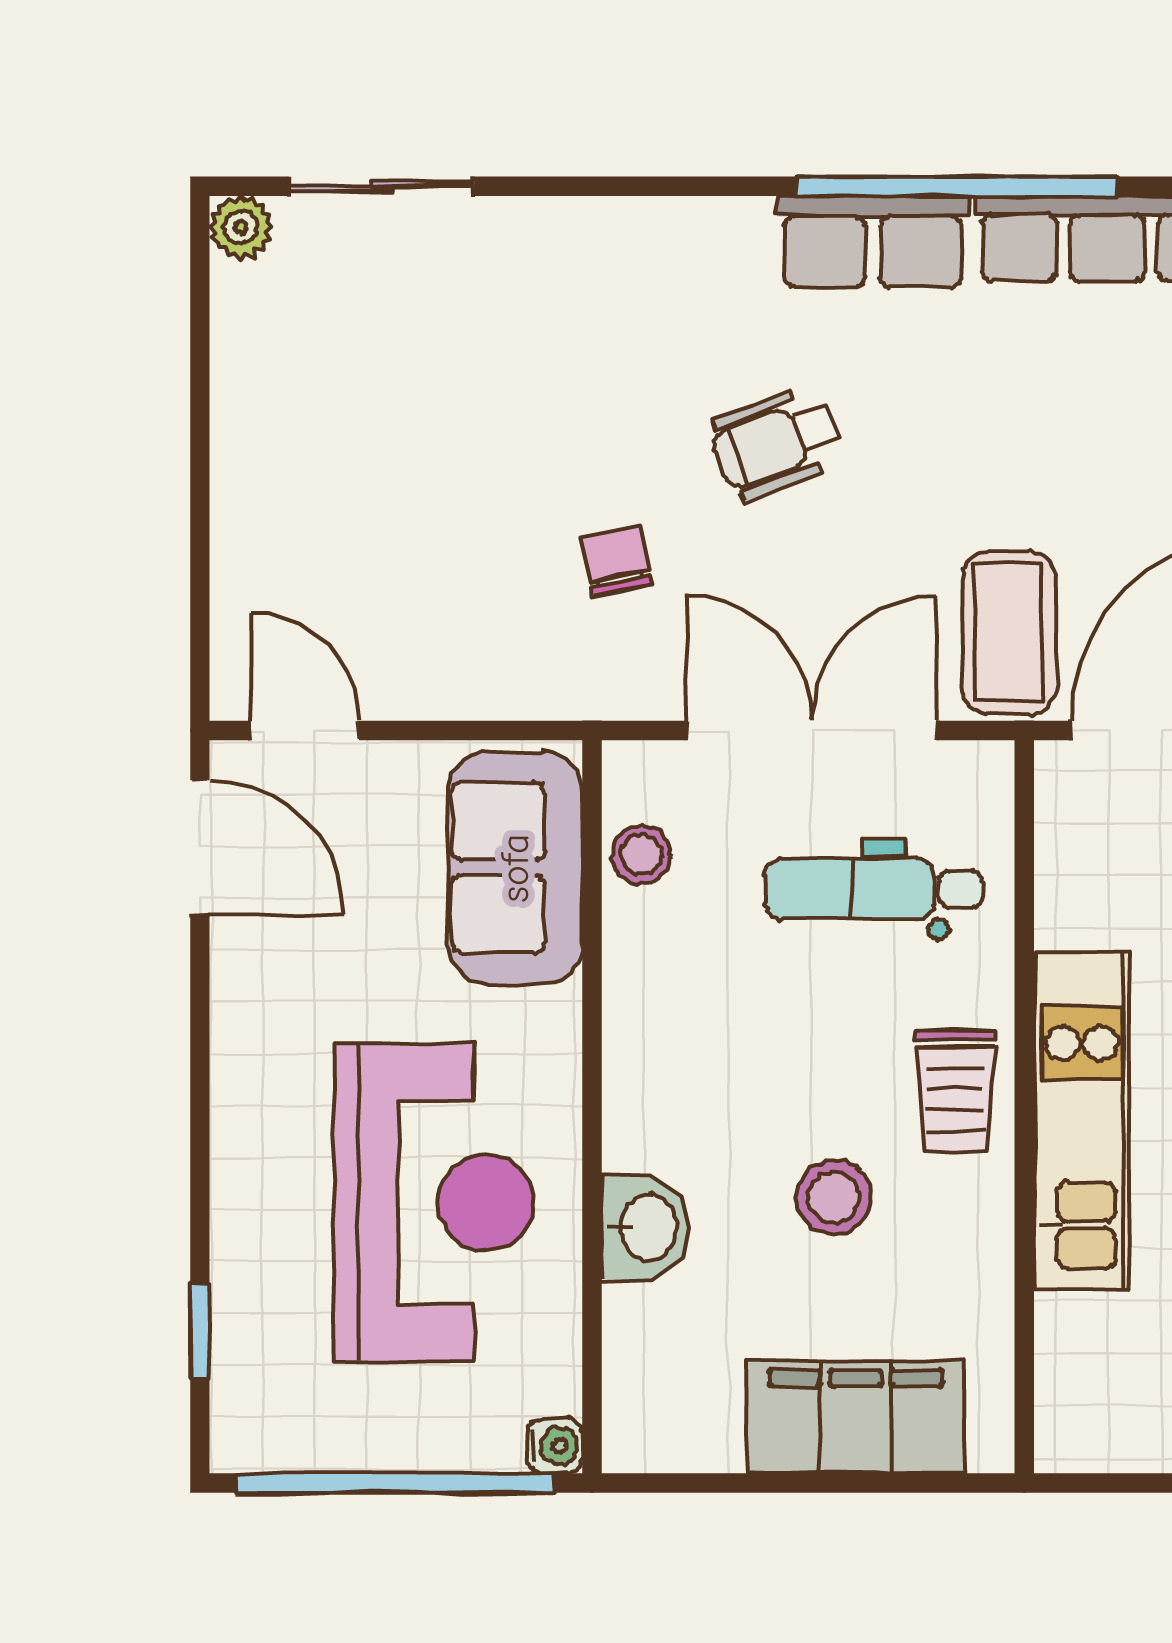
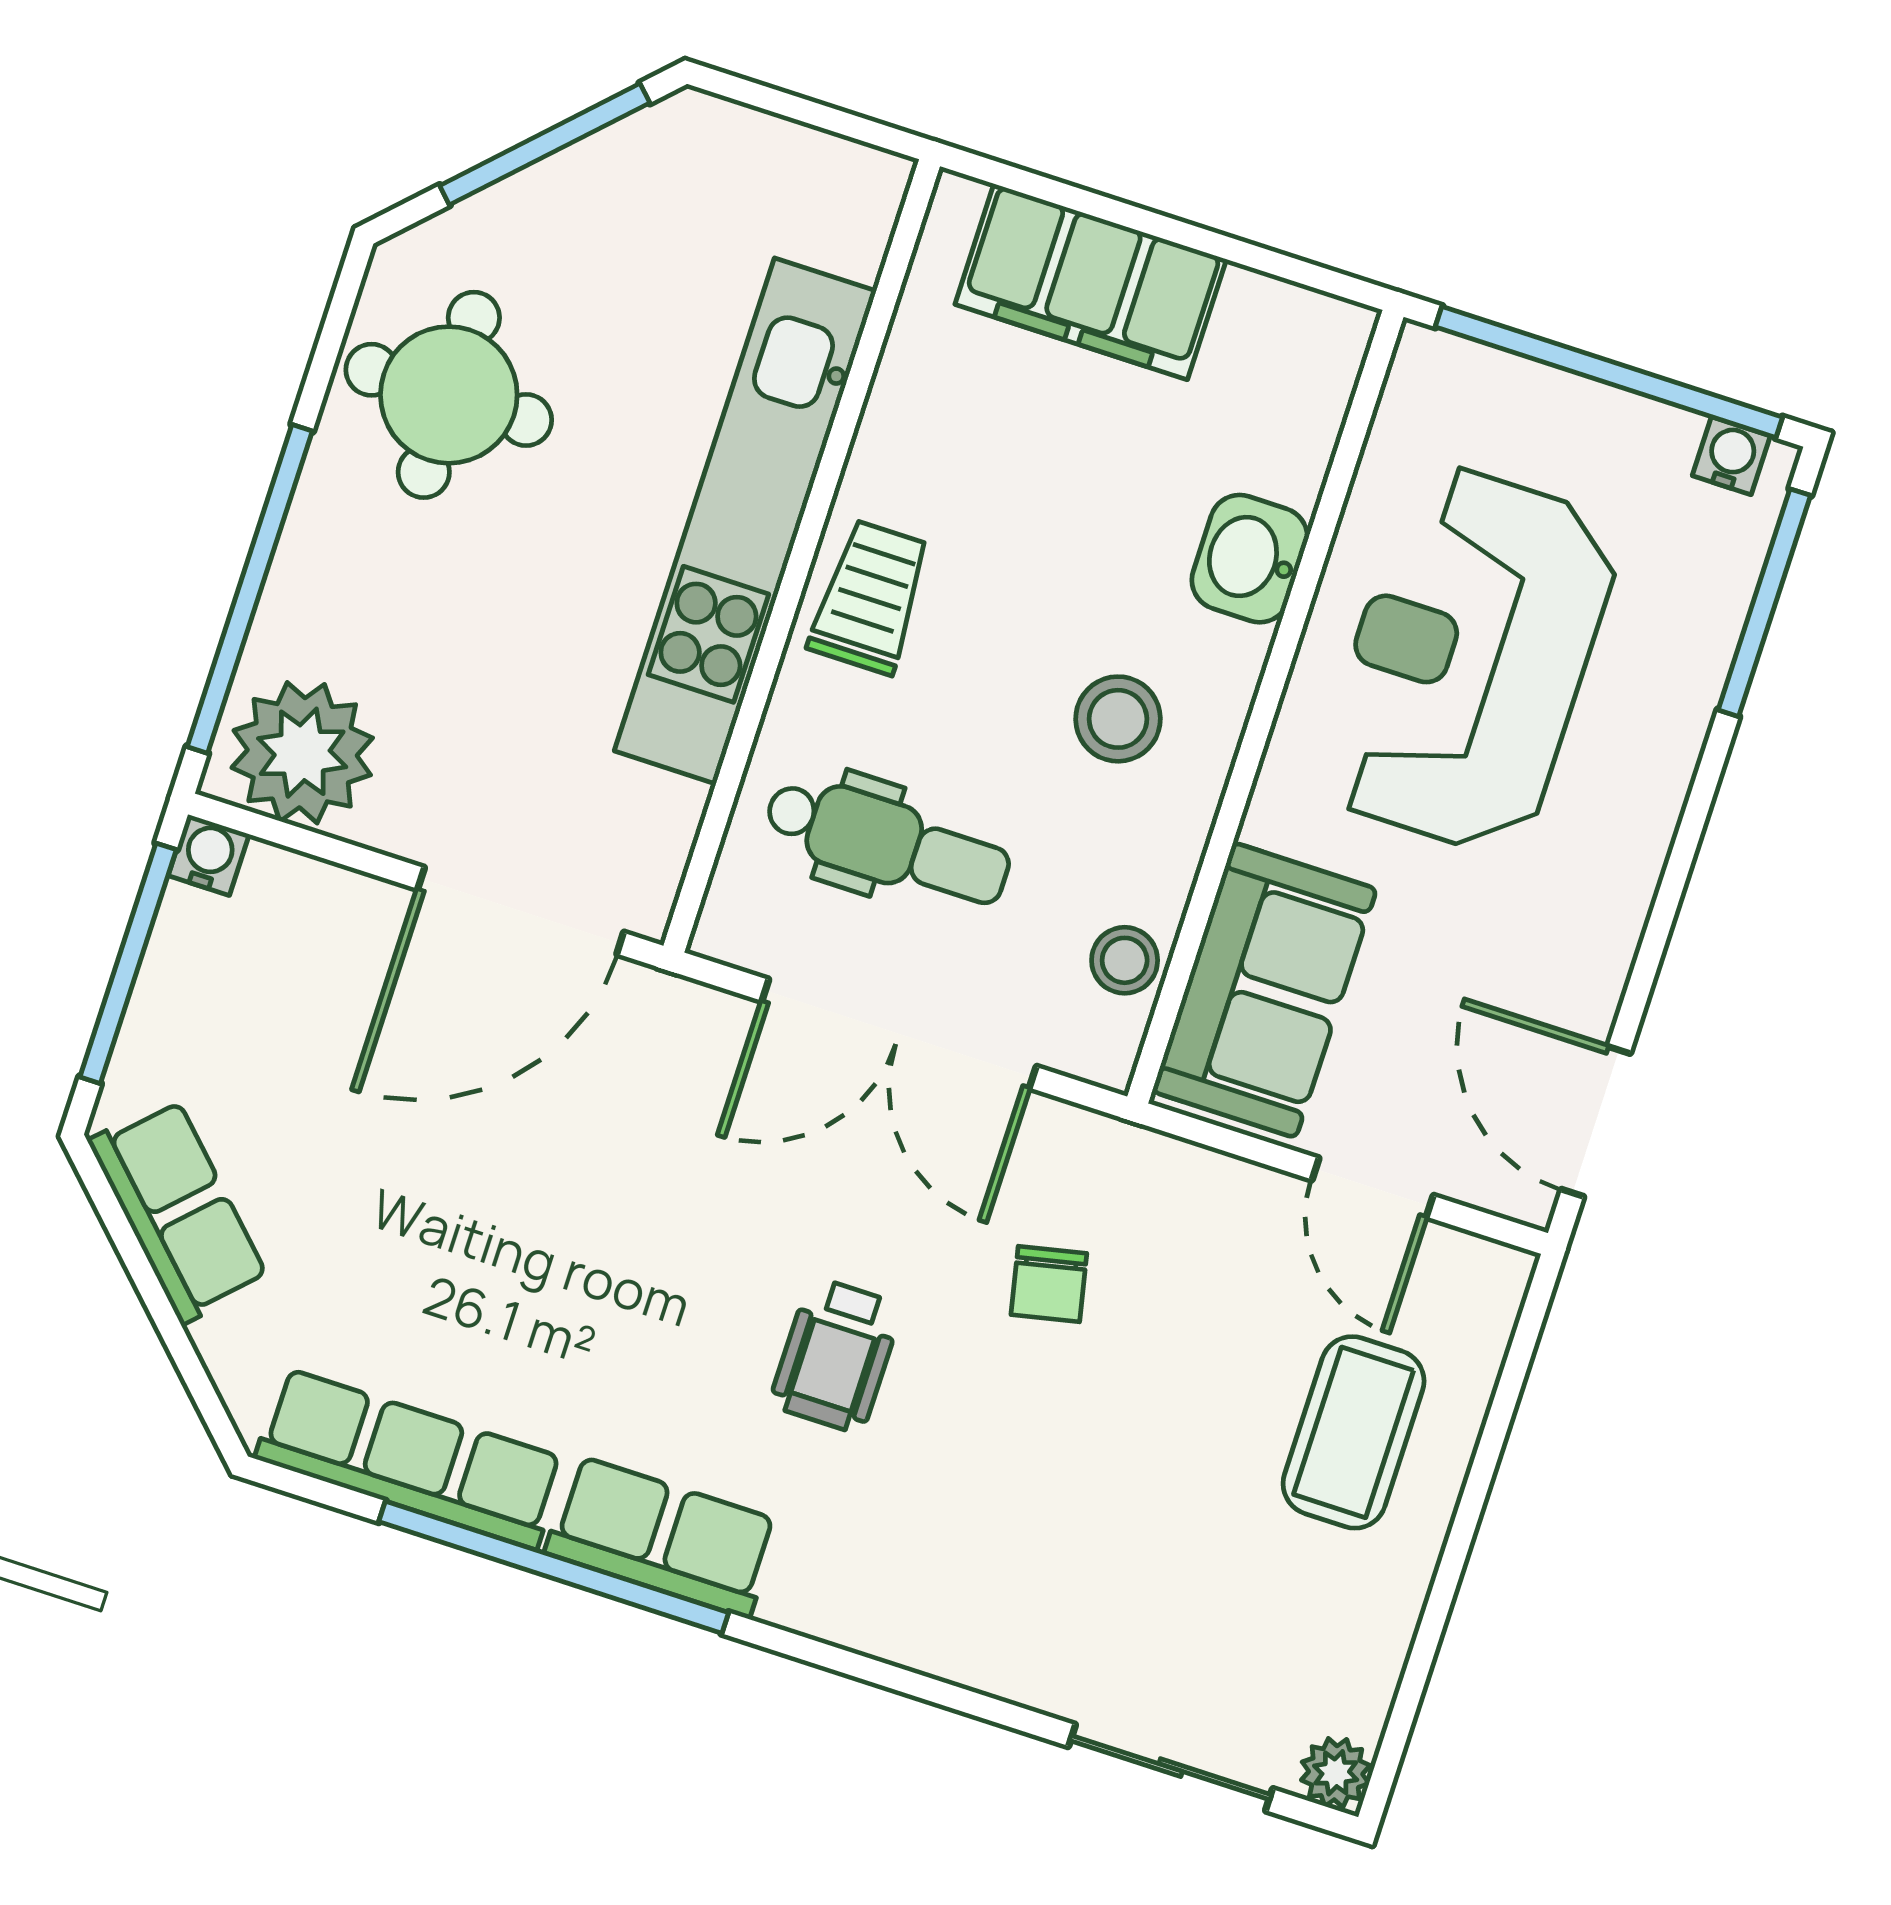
wheelchair: (776, 442) -> (836, 1355), turned 111
coffee table: (1009, 632) -> (1354, 1432), moved
door: (305, 731) -> (1373, 1188), moved
kitchen unit: (1081, 1121) -> (745, 521), width x1.36
stool: (834, 1197) -> (1118, 719), moved
window: (200, 1331) -> (1764, 603), width x2.17
water cooler: (555, 1446) -> (1731, 456), moved, turned 90

